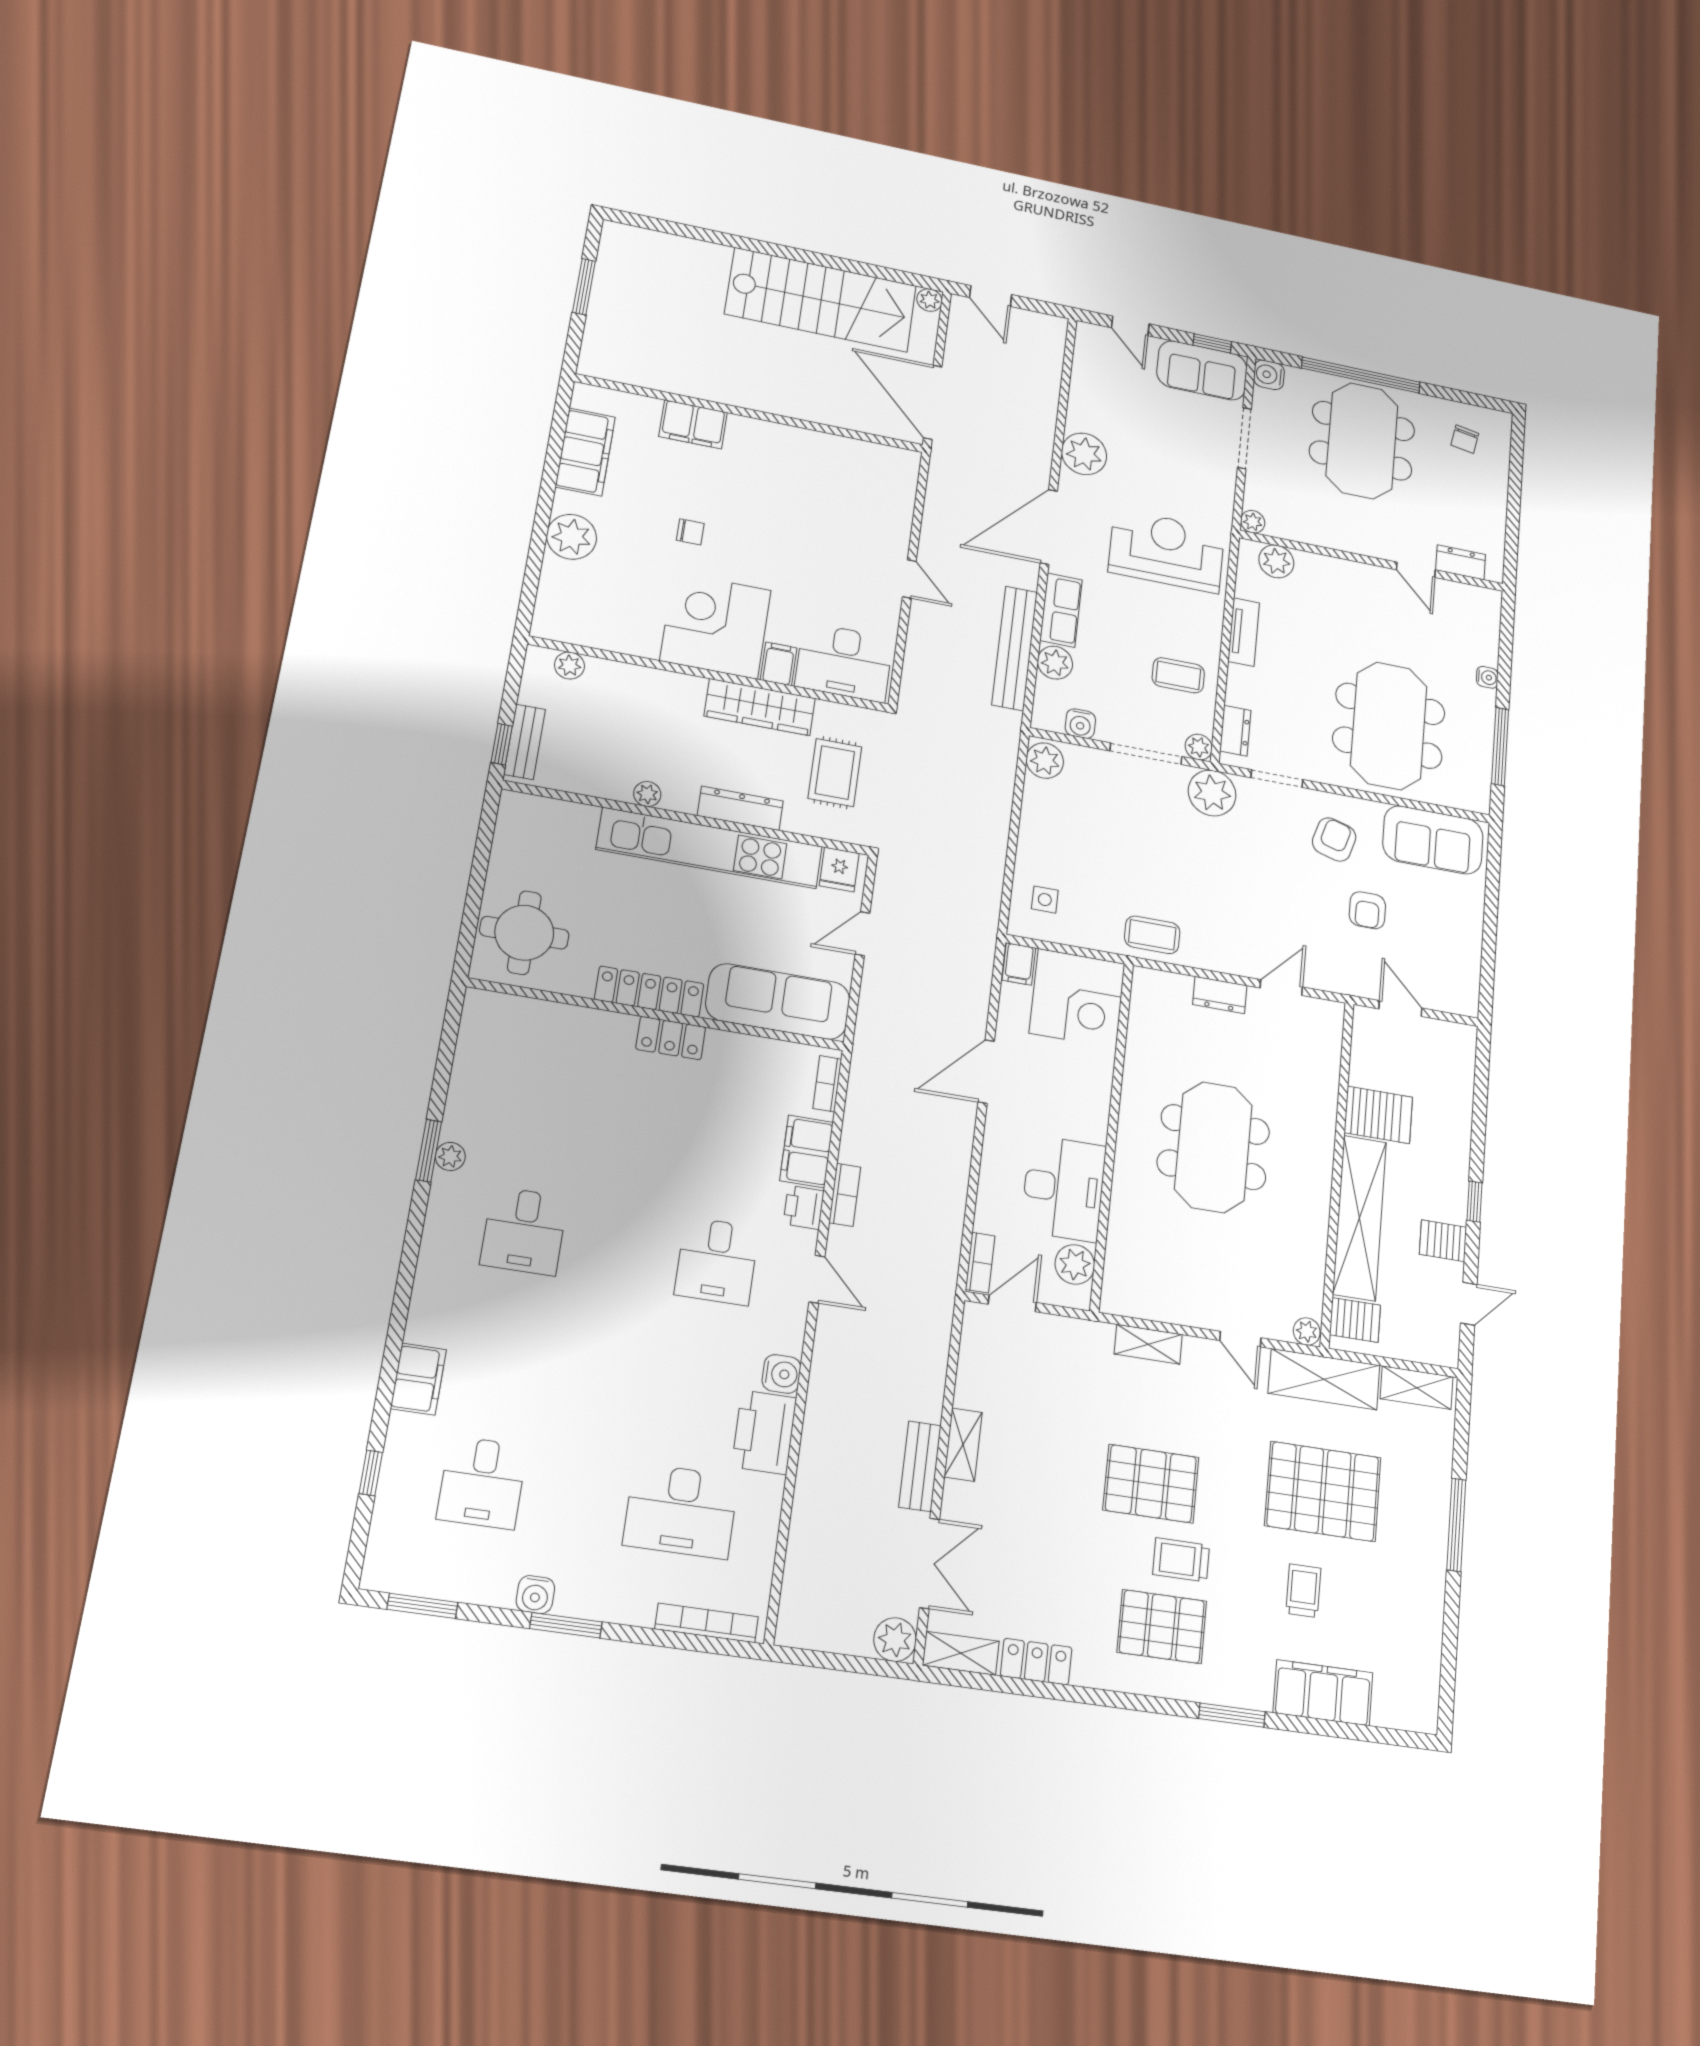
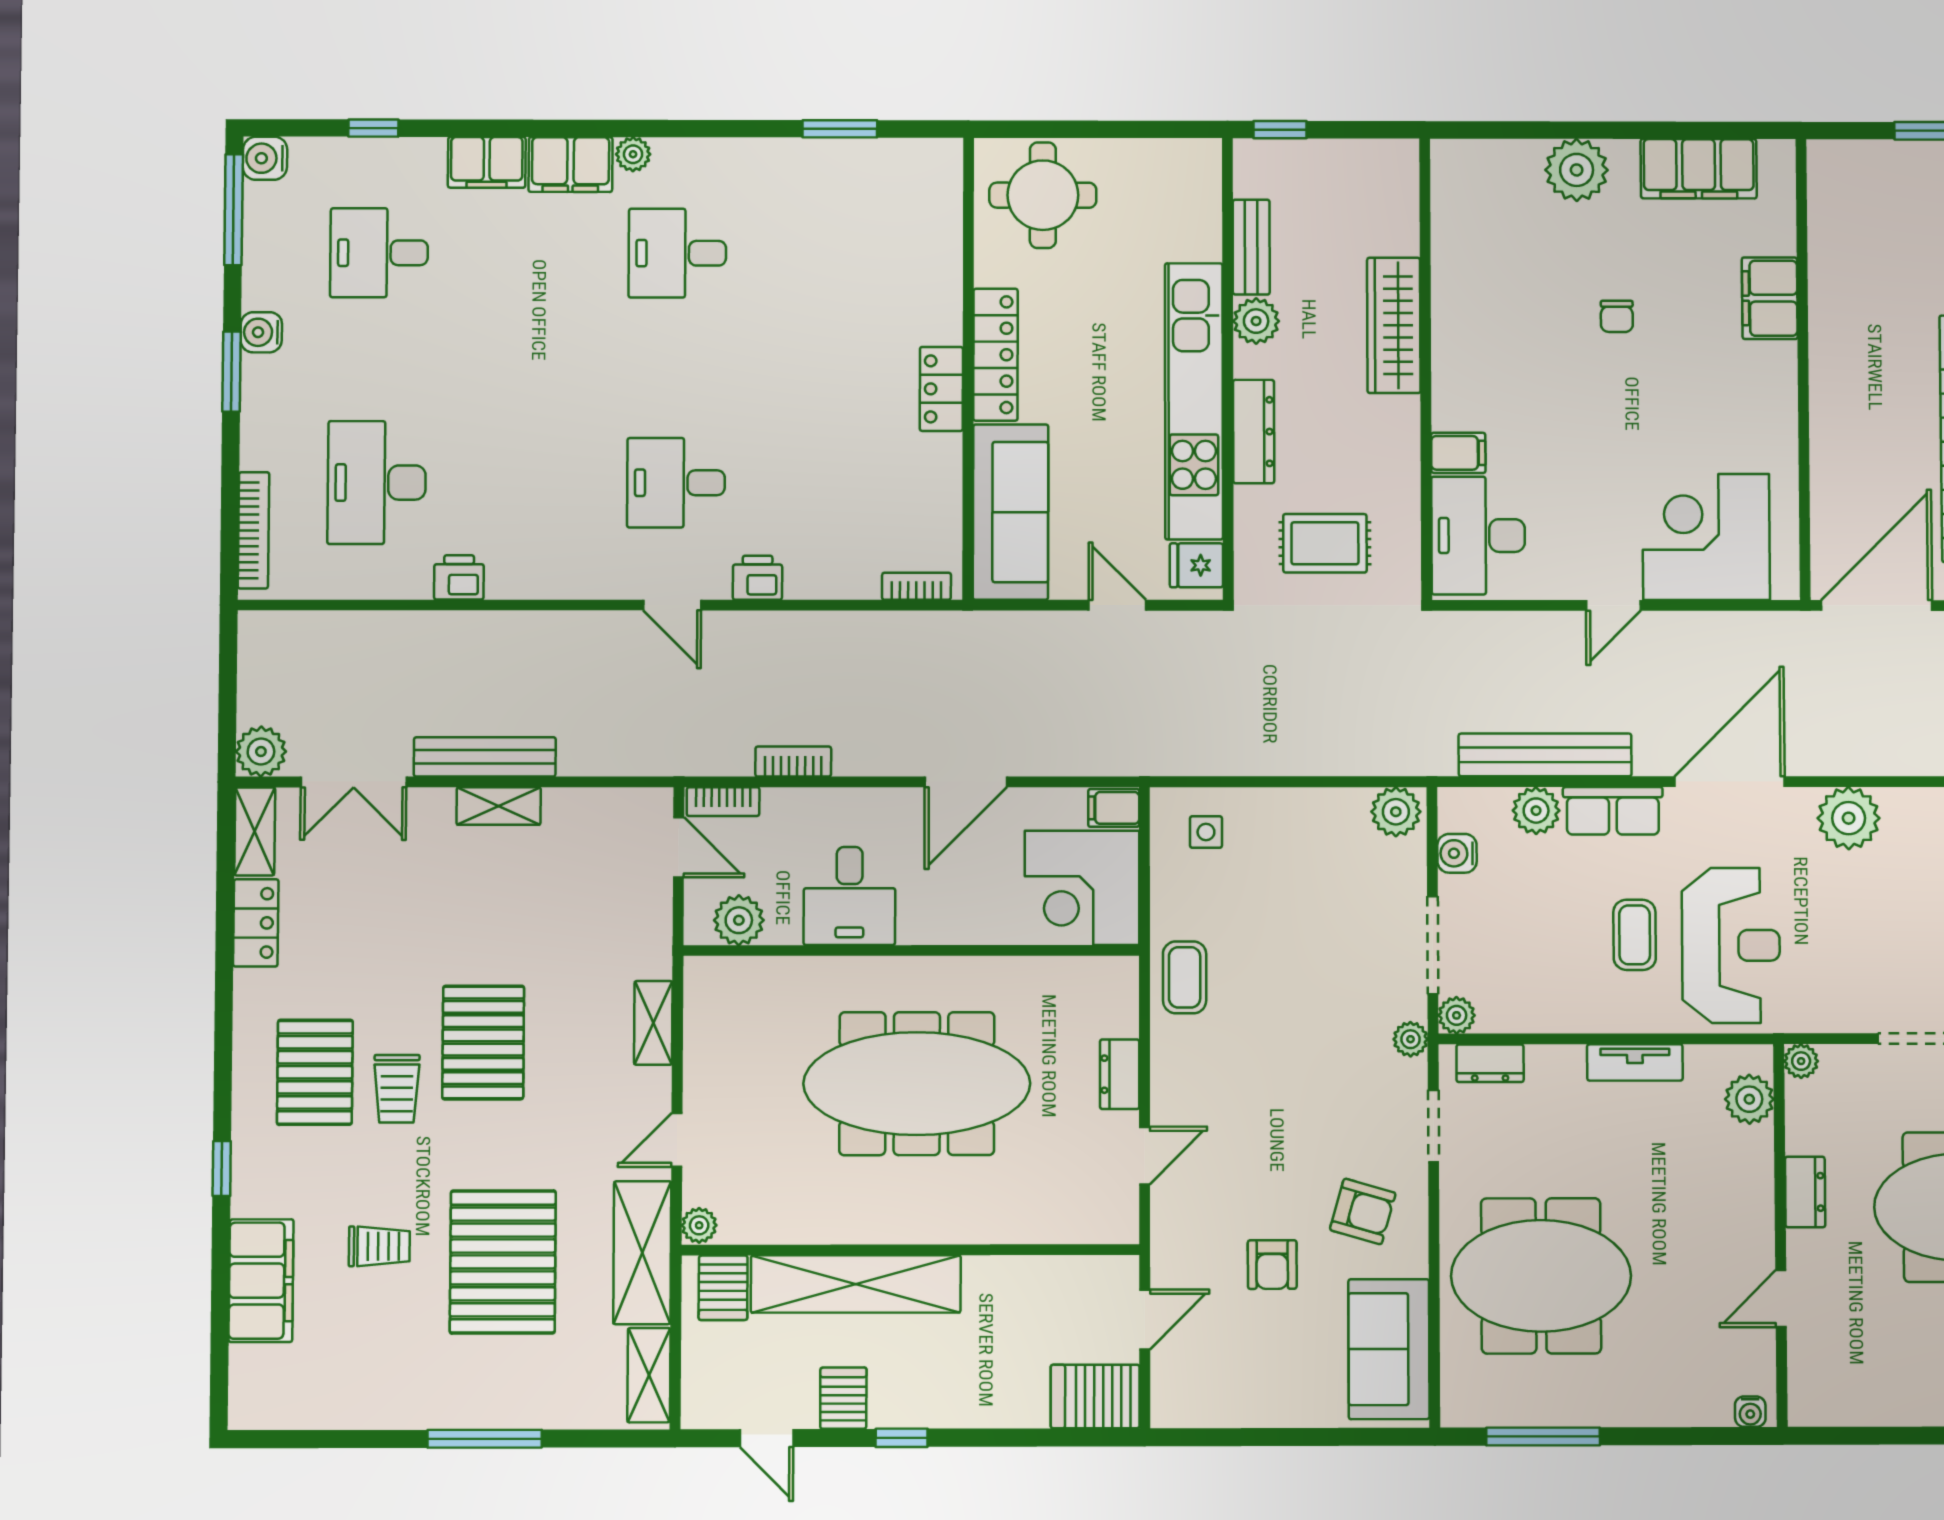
door: (1049, 527) -> (1730, 782), hinge flipped
dresser: (1461, 562) -> (1805, 1192), moved
corner desk: (715, 625) -> (1706, 537), moved, turned -90
plant: (569, 666) -> (1401, 195), removed
coffee table: (1178, 675) -> (1635, 935), moved
water cooler: (1487, 677) -> (1750, 1412), moved
wardrobe: (760, 707) -> (1394, 325), moved
bench: (525, 742) -> (1251, 247), moved, turned 90
plant: (1212, 793) -> (1411, 1039), width x0.53, depth x0.53
plant: (647, 794) -> (1256, 321), width x1.38, depth x1.38
armchair: (1367, 910) -> (1272, 1265), turned -90
door: (1281, 987) -> (1145, 1156), hinge flipped
door: (986, 1072) -> (966, 782), swing flipped
server rack: (1378, 1115) -> (1095, 1396), moved, turned 90
meeting table: (1213, 1147) -> (917, 1084), width x1.36
window: (429, 1151) -> (840, 129), moved
filing cabinet: (807, 1151) -> (571, 165), moved, turned 180
plant: (450, 1156) -> (633, 154), moved
desk: (1064, 1188) -> (850, 896), width x0.73
bookcase: (845, 1195) -> (793, 761), moved, turned 180
door: (817, 1279) -> (672, 605), hinge flipped
water cooler: (781, 1374) -> (265, 158), moved, turned 90
printer: (764, 1432) -> (459, 577), width x0.53, depth x0.68
bench: (920, 1466) -> (485, 757), width x1.36
trolley: (1181, 1560) -> (397, 1089), turned 180
window: (422, 1606) -> (234, 210), width x1.44
window: (1232, 1715) -> (222, 1169), width x0.67

